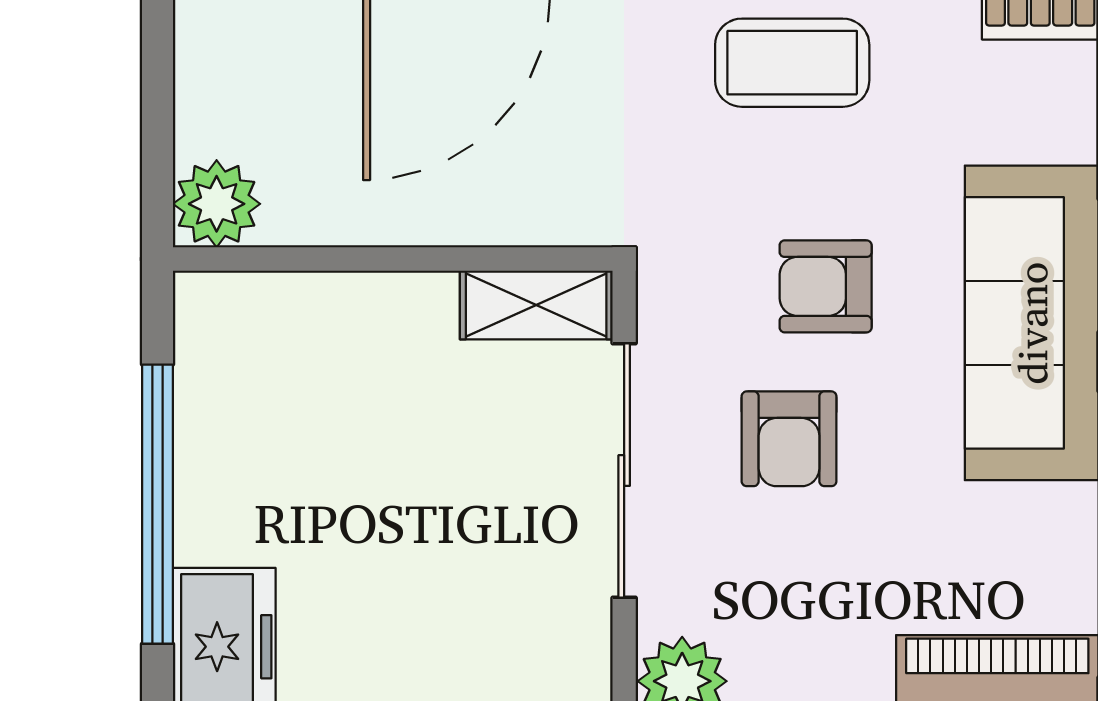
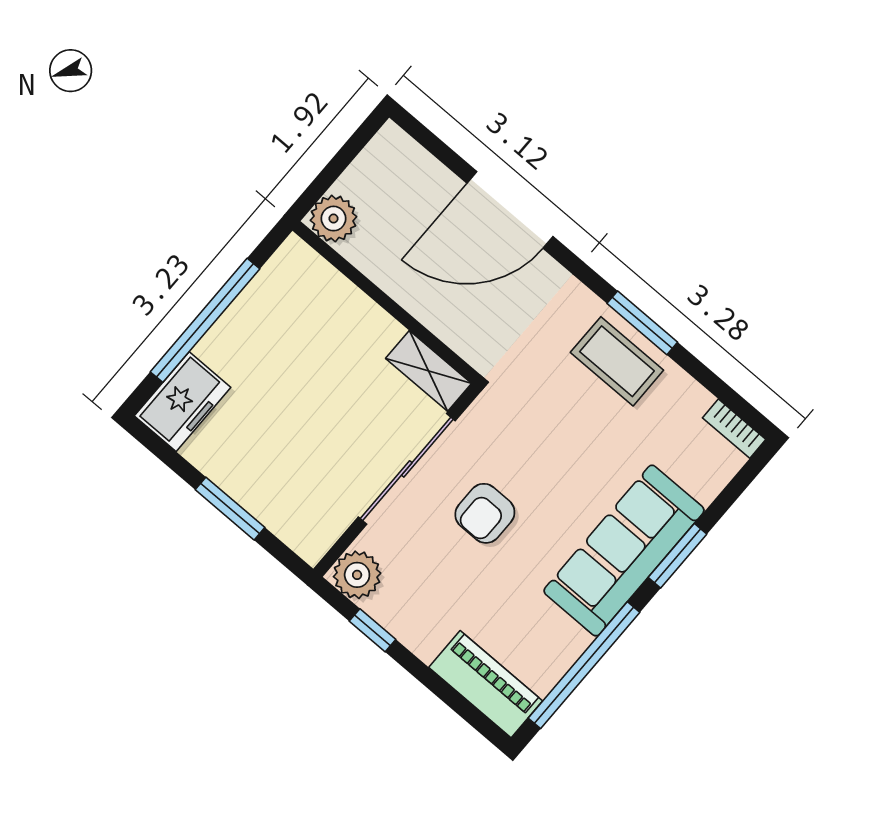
armchair: (826, 286) -> (553, 464), removed

